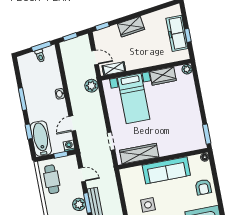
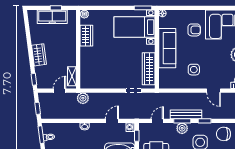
bed with nightstands: (134, 98) -> (134, 27), moved, turned 180
door: (72, 123) -> (112, 121), swing flipped
armchair: (203, 187) -> (194, 30), moved

